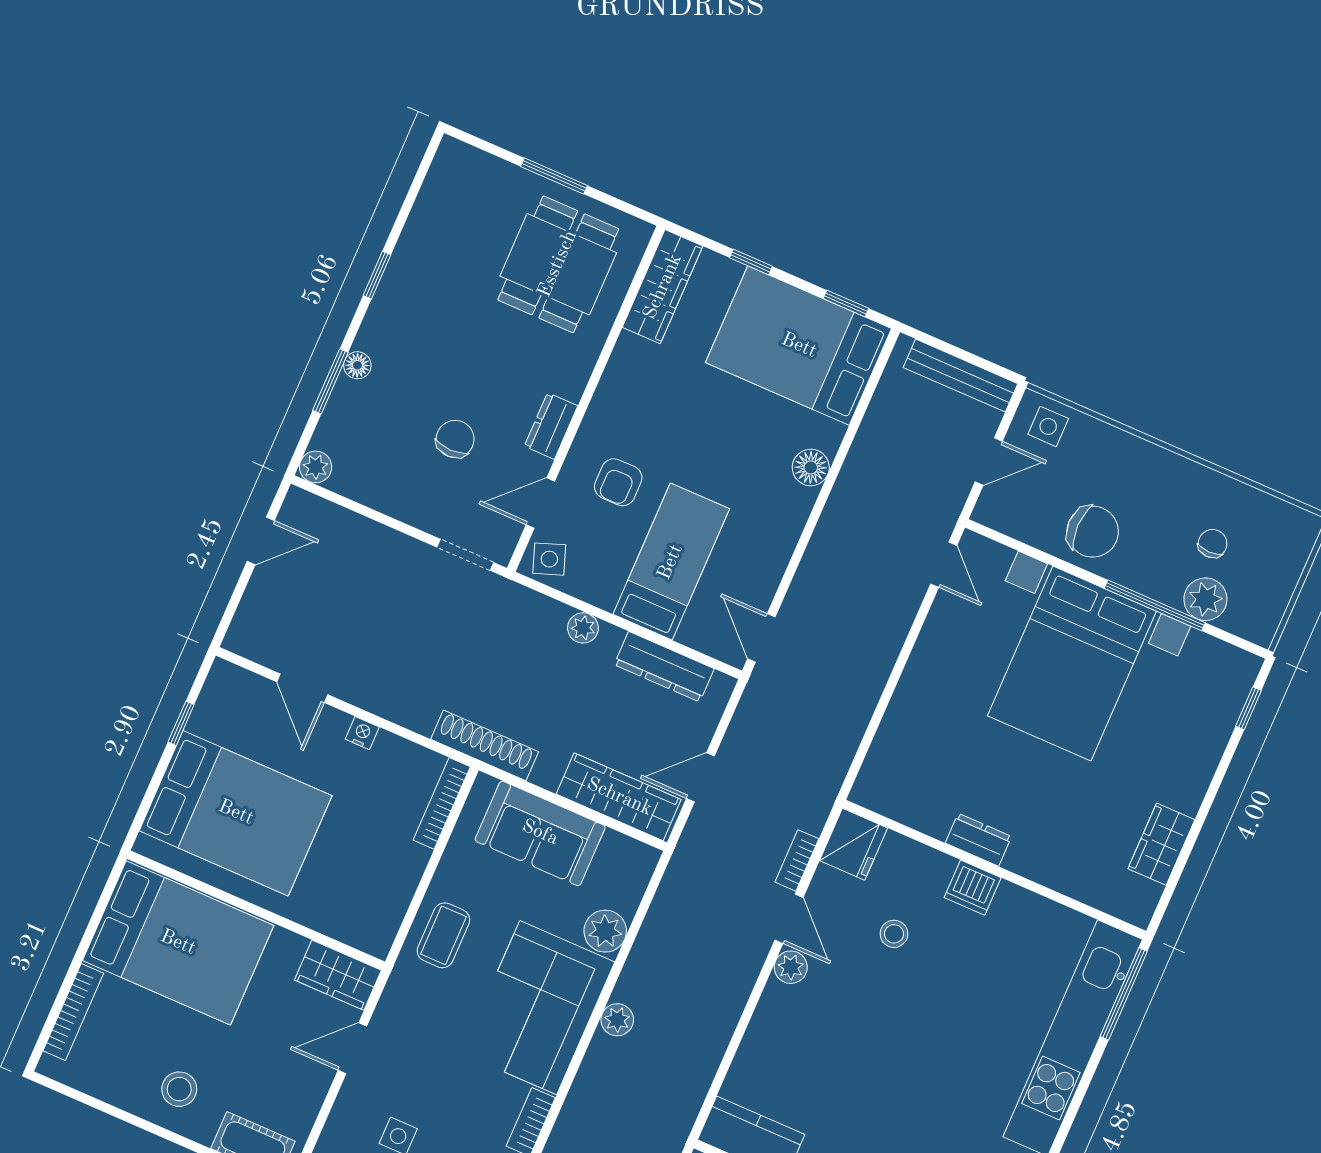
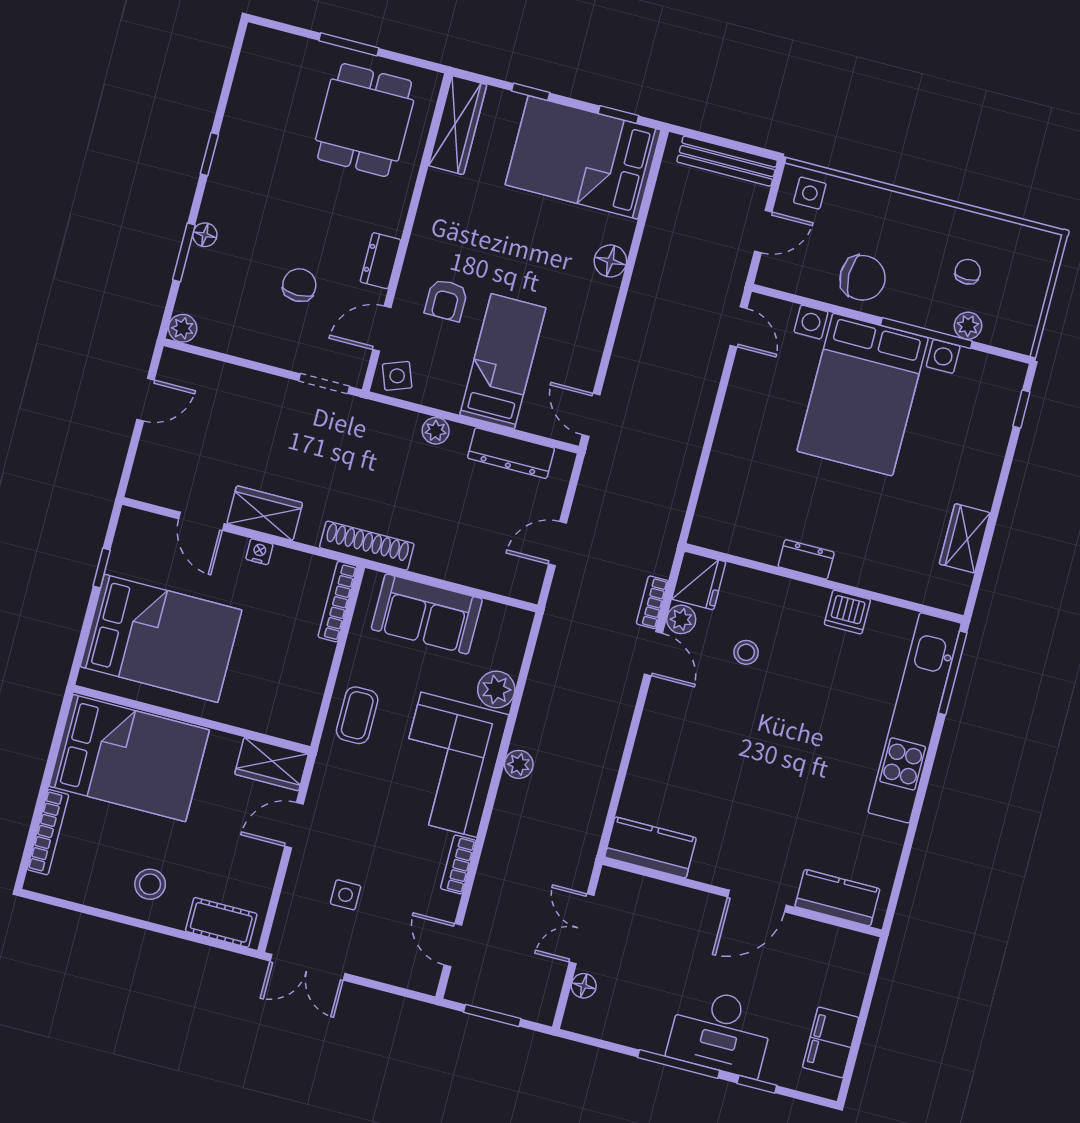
plant: (1205, 599) -> (968, 326), width x0.73, depth x0.73
wardrobe: (619, 797) -> (265, 513), moved, width x0.67
dishwasher: (973, 888) -> (847, 612), moved
plant: (791, 967) -> (681, 619), moved

